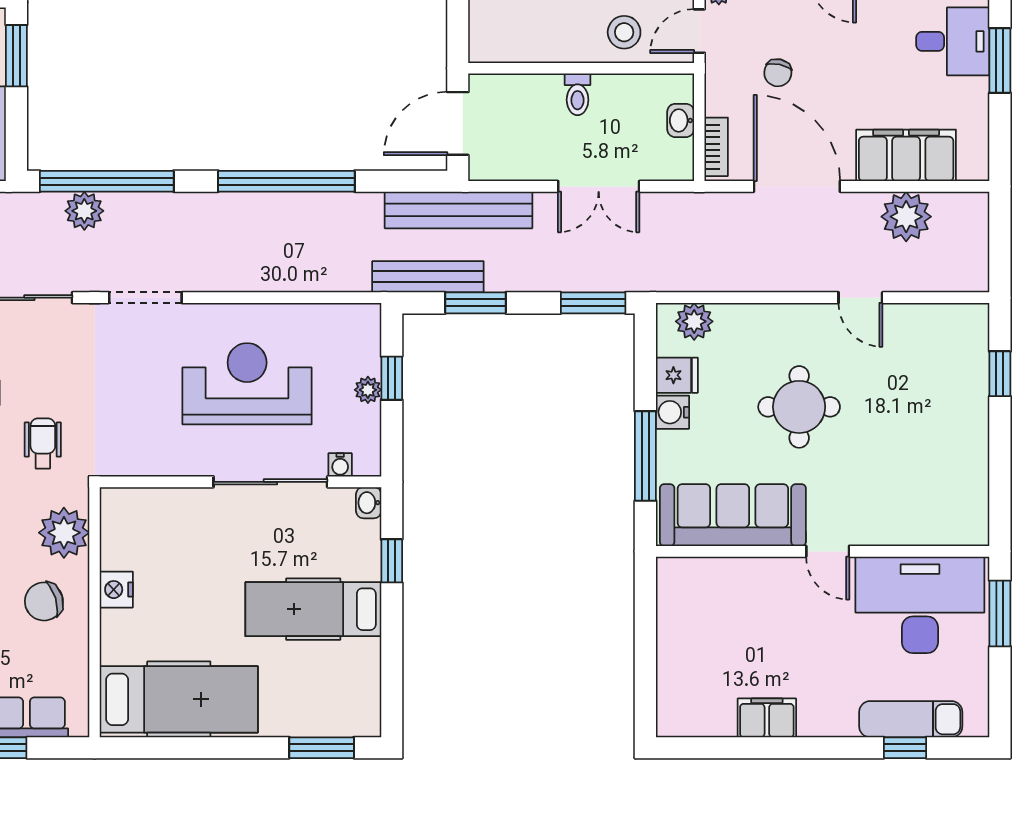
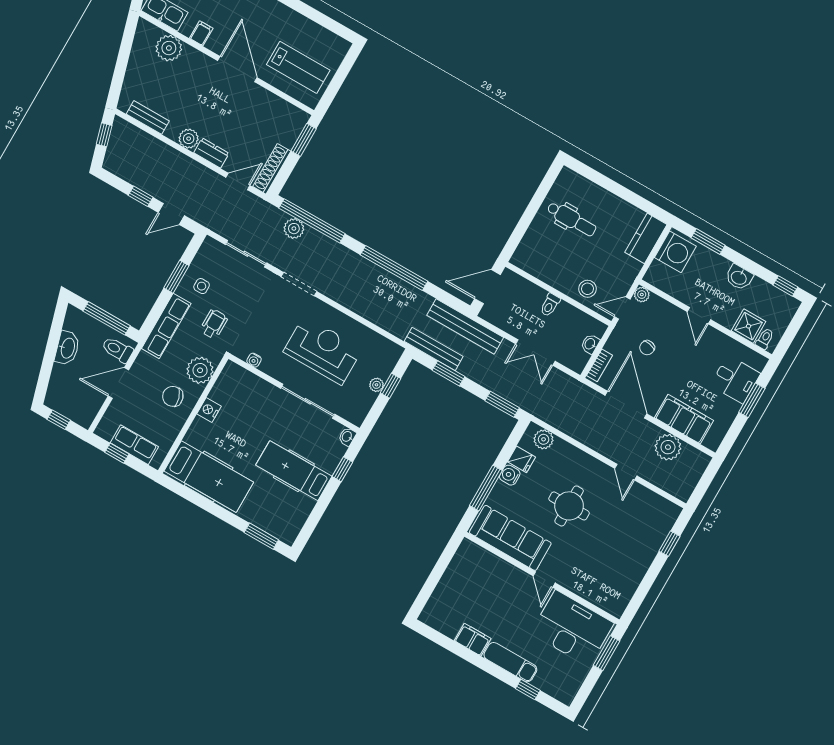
water cooler: (340, 465) -> (254, 360), moved
exam couch: (911, 719) -> (510, 662), moved

